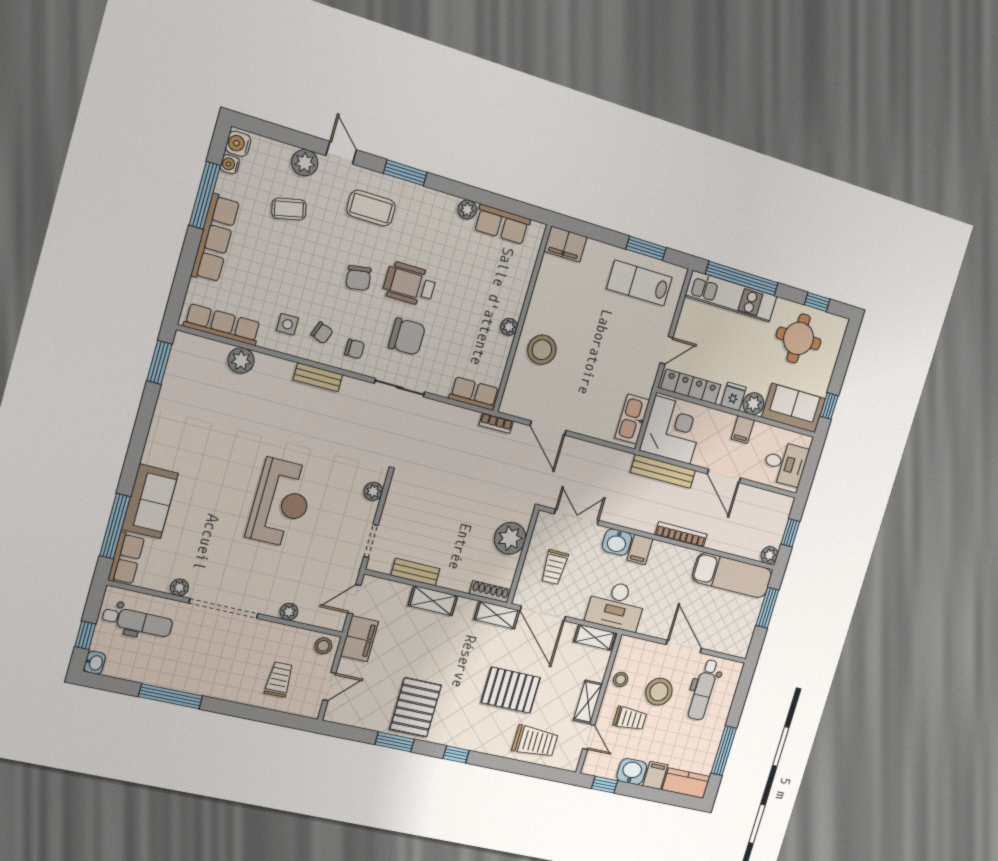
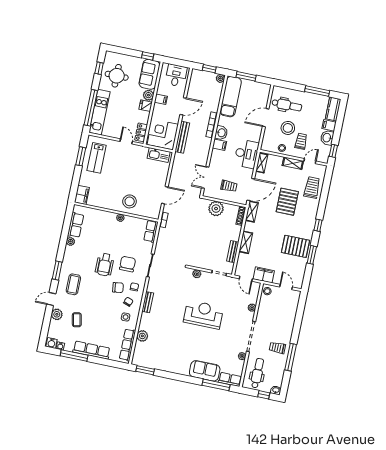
chair: (358, 278) -> (118, 288), moved
locker: (691, 387) -> (141, 132), width x0.66
washbasin: (617, 542) -> (221, 133), moved
trolley: (279, 679) -> (277, 348), moved

